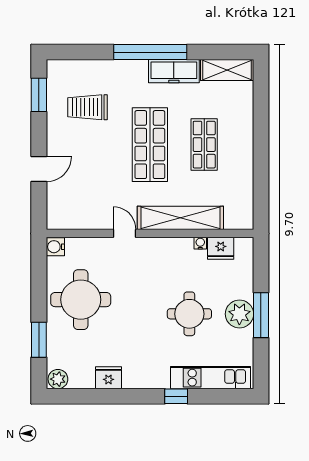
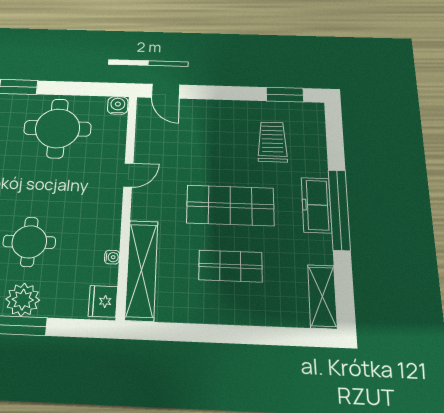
freezer: (174, 71) -> (316, 205), moved
door: (39, 169) -> (166, 91), moved
shelving: (180, 218) -> (142, 270), moved
fridge: (221, 248) -> (103, 301), moved

